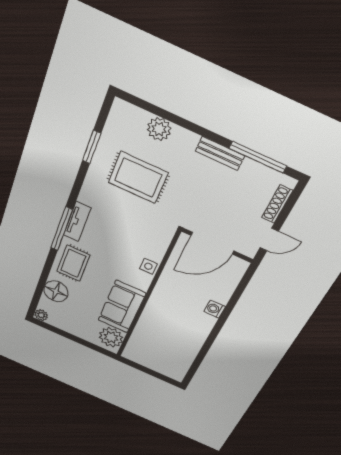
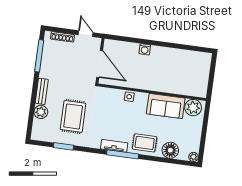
bench: (220, 153) -> (42, 91), moved

